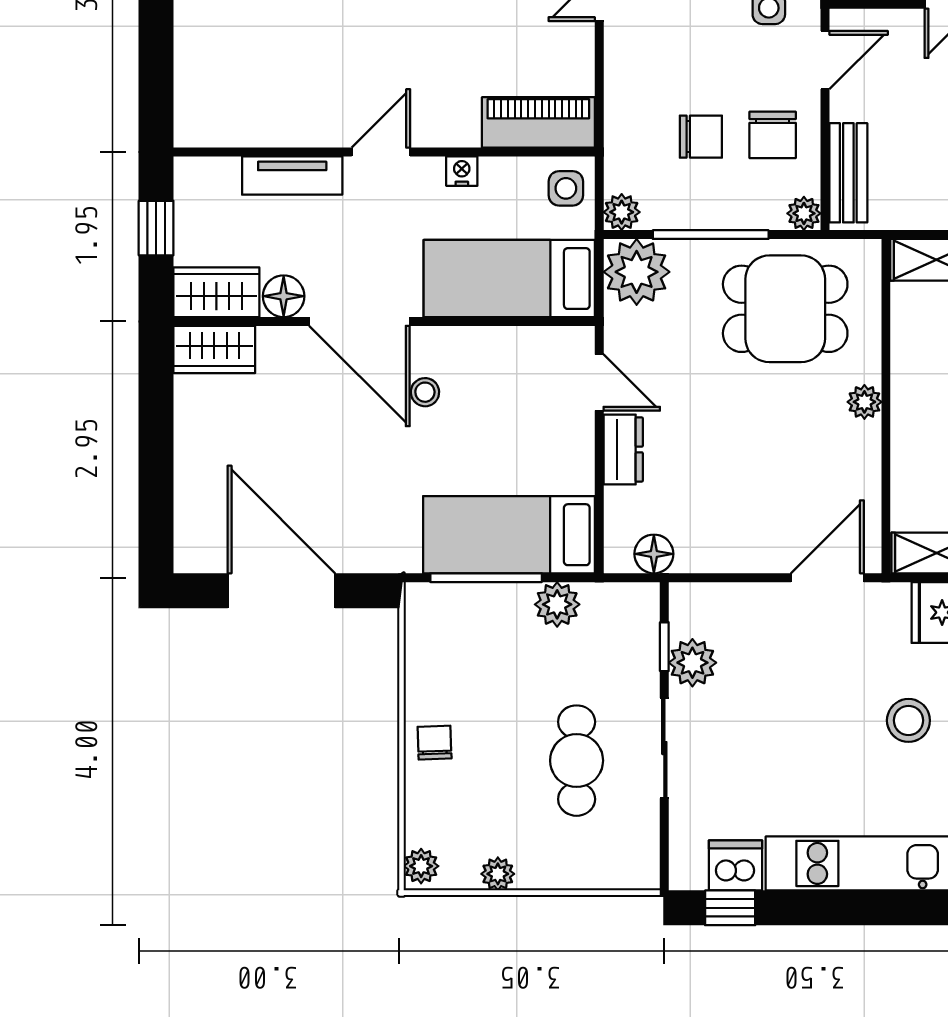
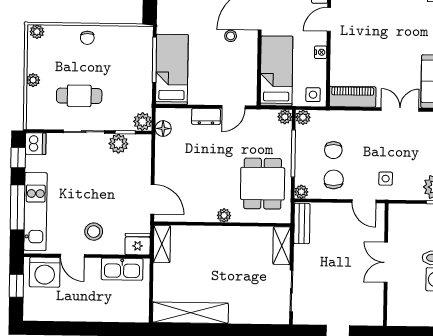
piano: (538, 122) -> (353, 97), moved, turned -90
chair: (773, 135) -> (334, 179), turned 90
door: (381, 152) -> (329, 19), swing flipped
bench: (848, 173) -> (302, 224), moved, turned 90
plant: (637, 272) -> (285, 117), width x0.53, depth x0.53
plant: (557, 604) -> (143, 122), moved
chair: (435, 743) -> (87, 38), turned 92
dishwasher: (735, 865) -> (36, 144), moved
plant: (498, 874) -> (33, 80), moved
window: (852, 908) -> (17, 207), added

